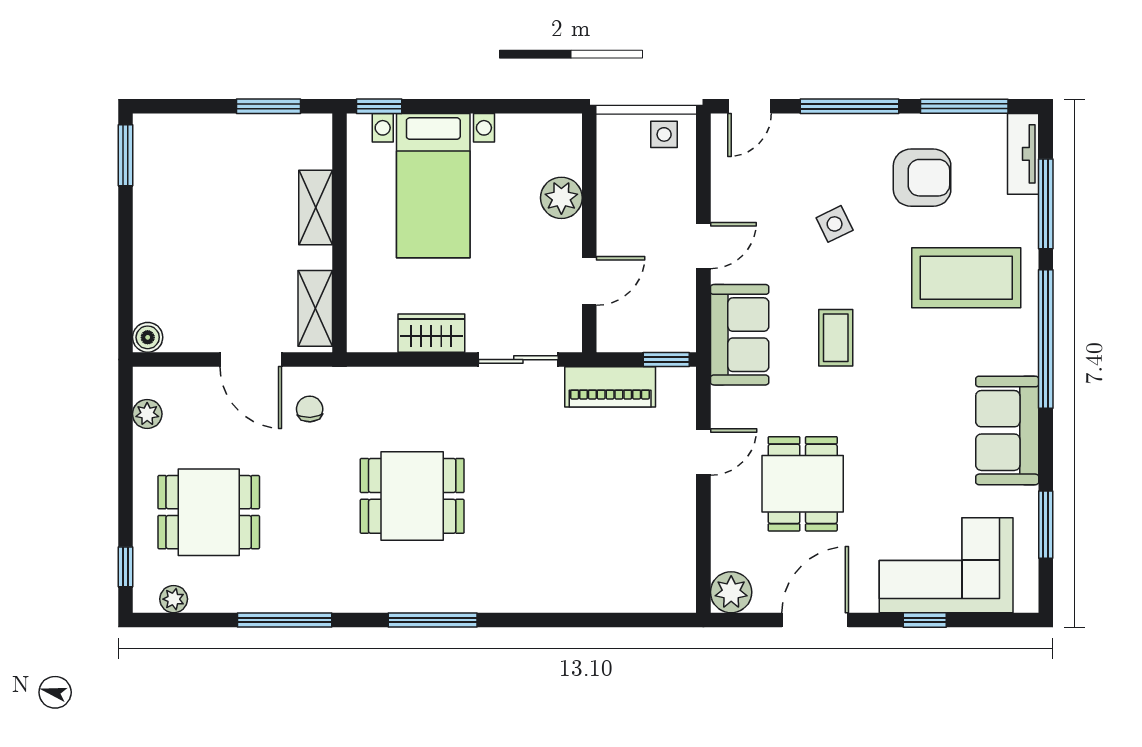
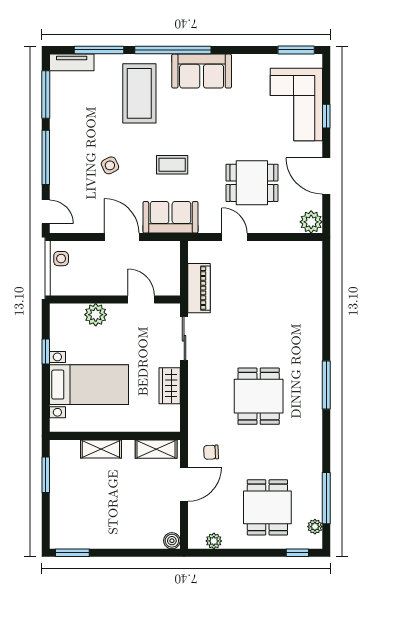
window: (379, 106) -> (46, 351), moved
armchair: (922, 178) -> (85, 118), removed
door: (703, 246) -> (122, 237), width x1.37
window: (666, 360) -> (184, 257), removed
sofa: (1007, 430) -> (202, 71), moved
window: (1046, 525) -> (296, 50), moved
window: (285, 620) -> (326, 498), moved

